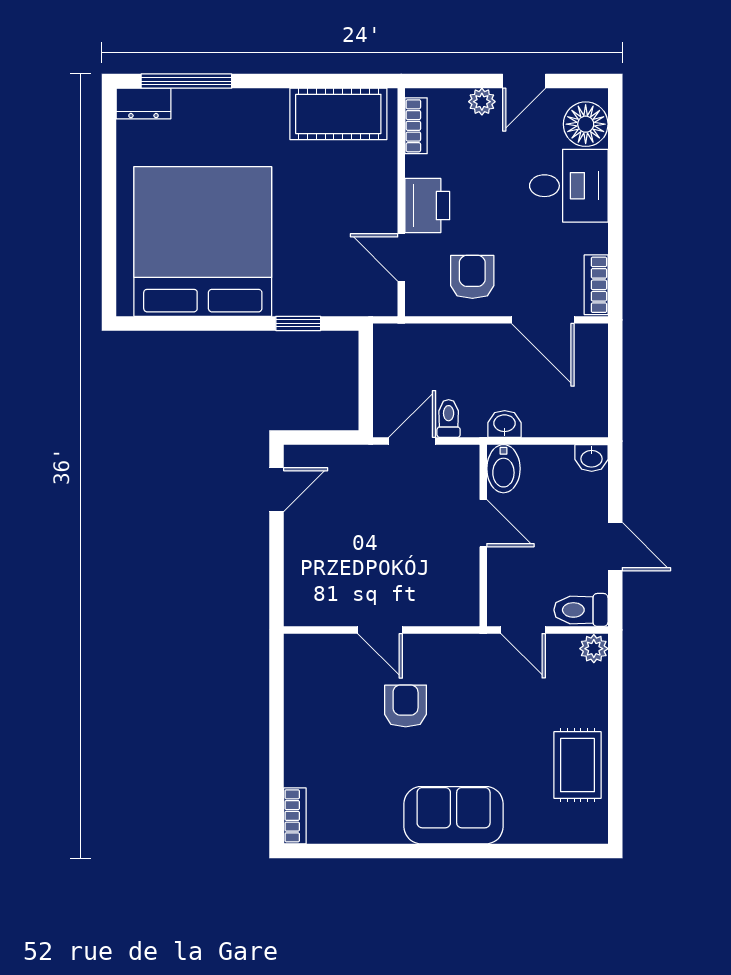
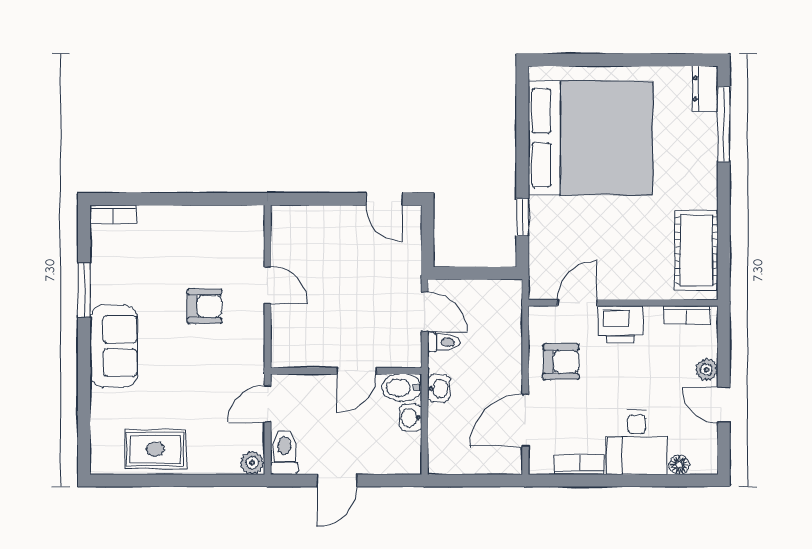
floor lamp: (586, 124) -> (679, 465), width x0.53, depth x0.53
bookcase: (596, 285) -> (579, 465), moved
washbasin: (592, 458) -> (411, 418), moved
door: (380, 630) -> (268, 285), swing flipped
window: (386, 851) -> (84, 290), added

